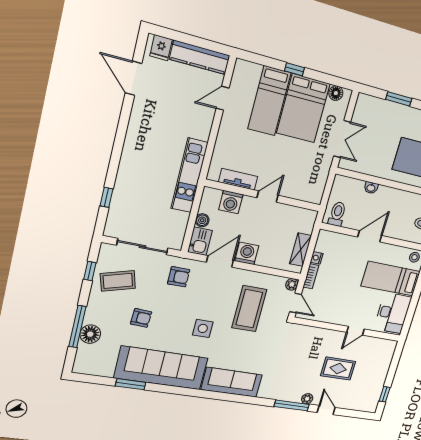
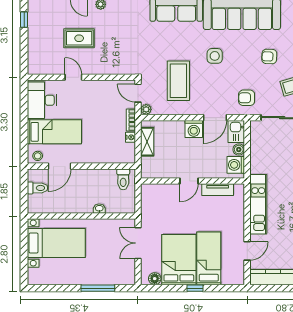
window: (399, 99) -> (98, 288), width x1.44
kitchen unit: (189, 175) -> (258, 204), moved
washing machine: (231, 202) -> (236, 165), moved, turned -90
door: (370, 236) -> (60, 166), moved
door: (355, 331) -> (73, 77), hinge flipped

